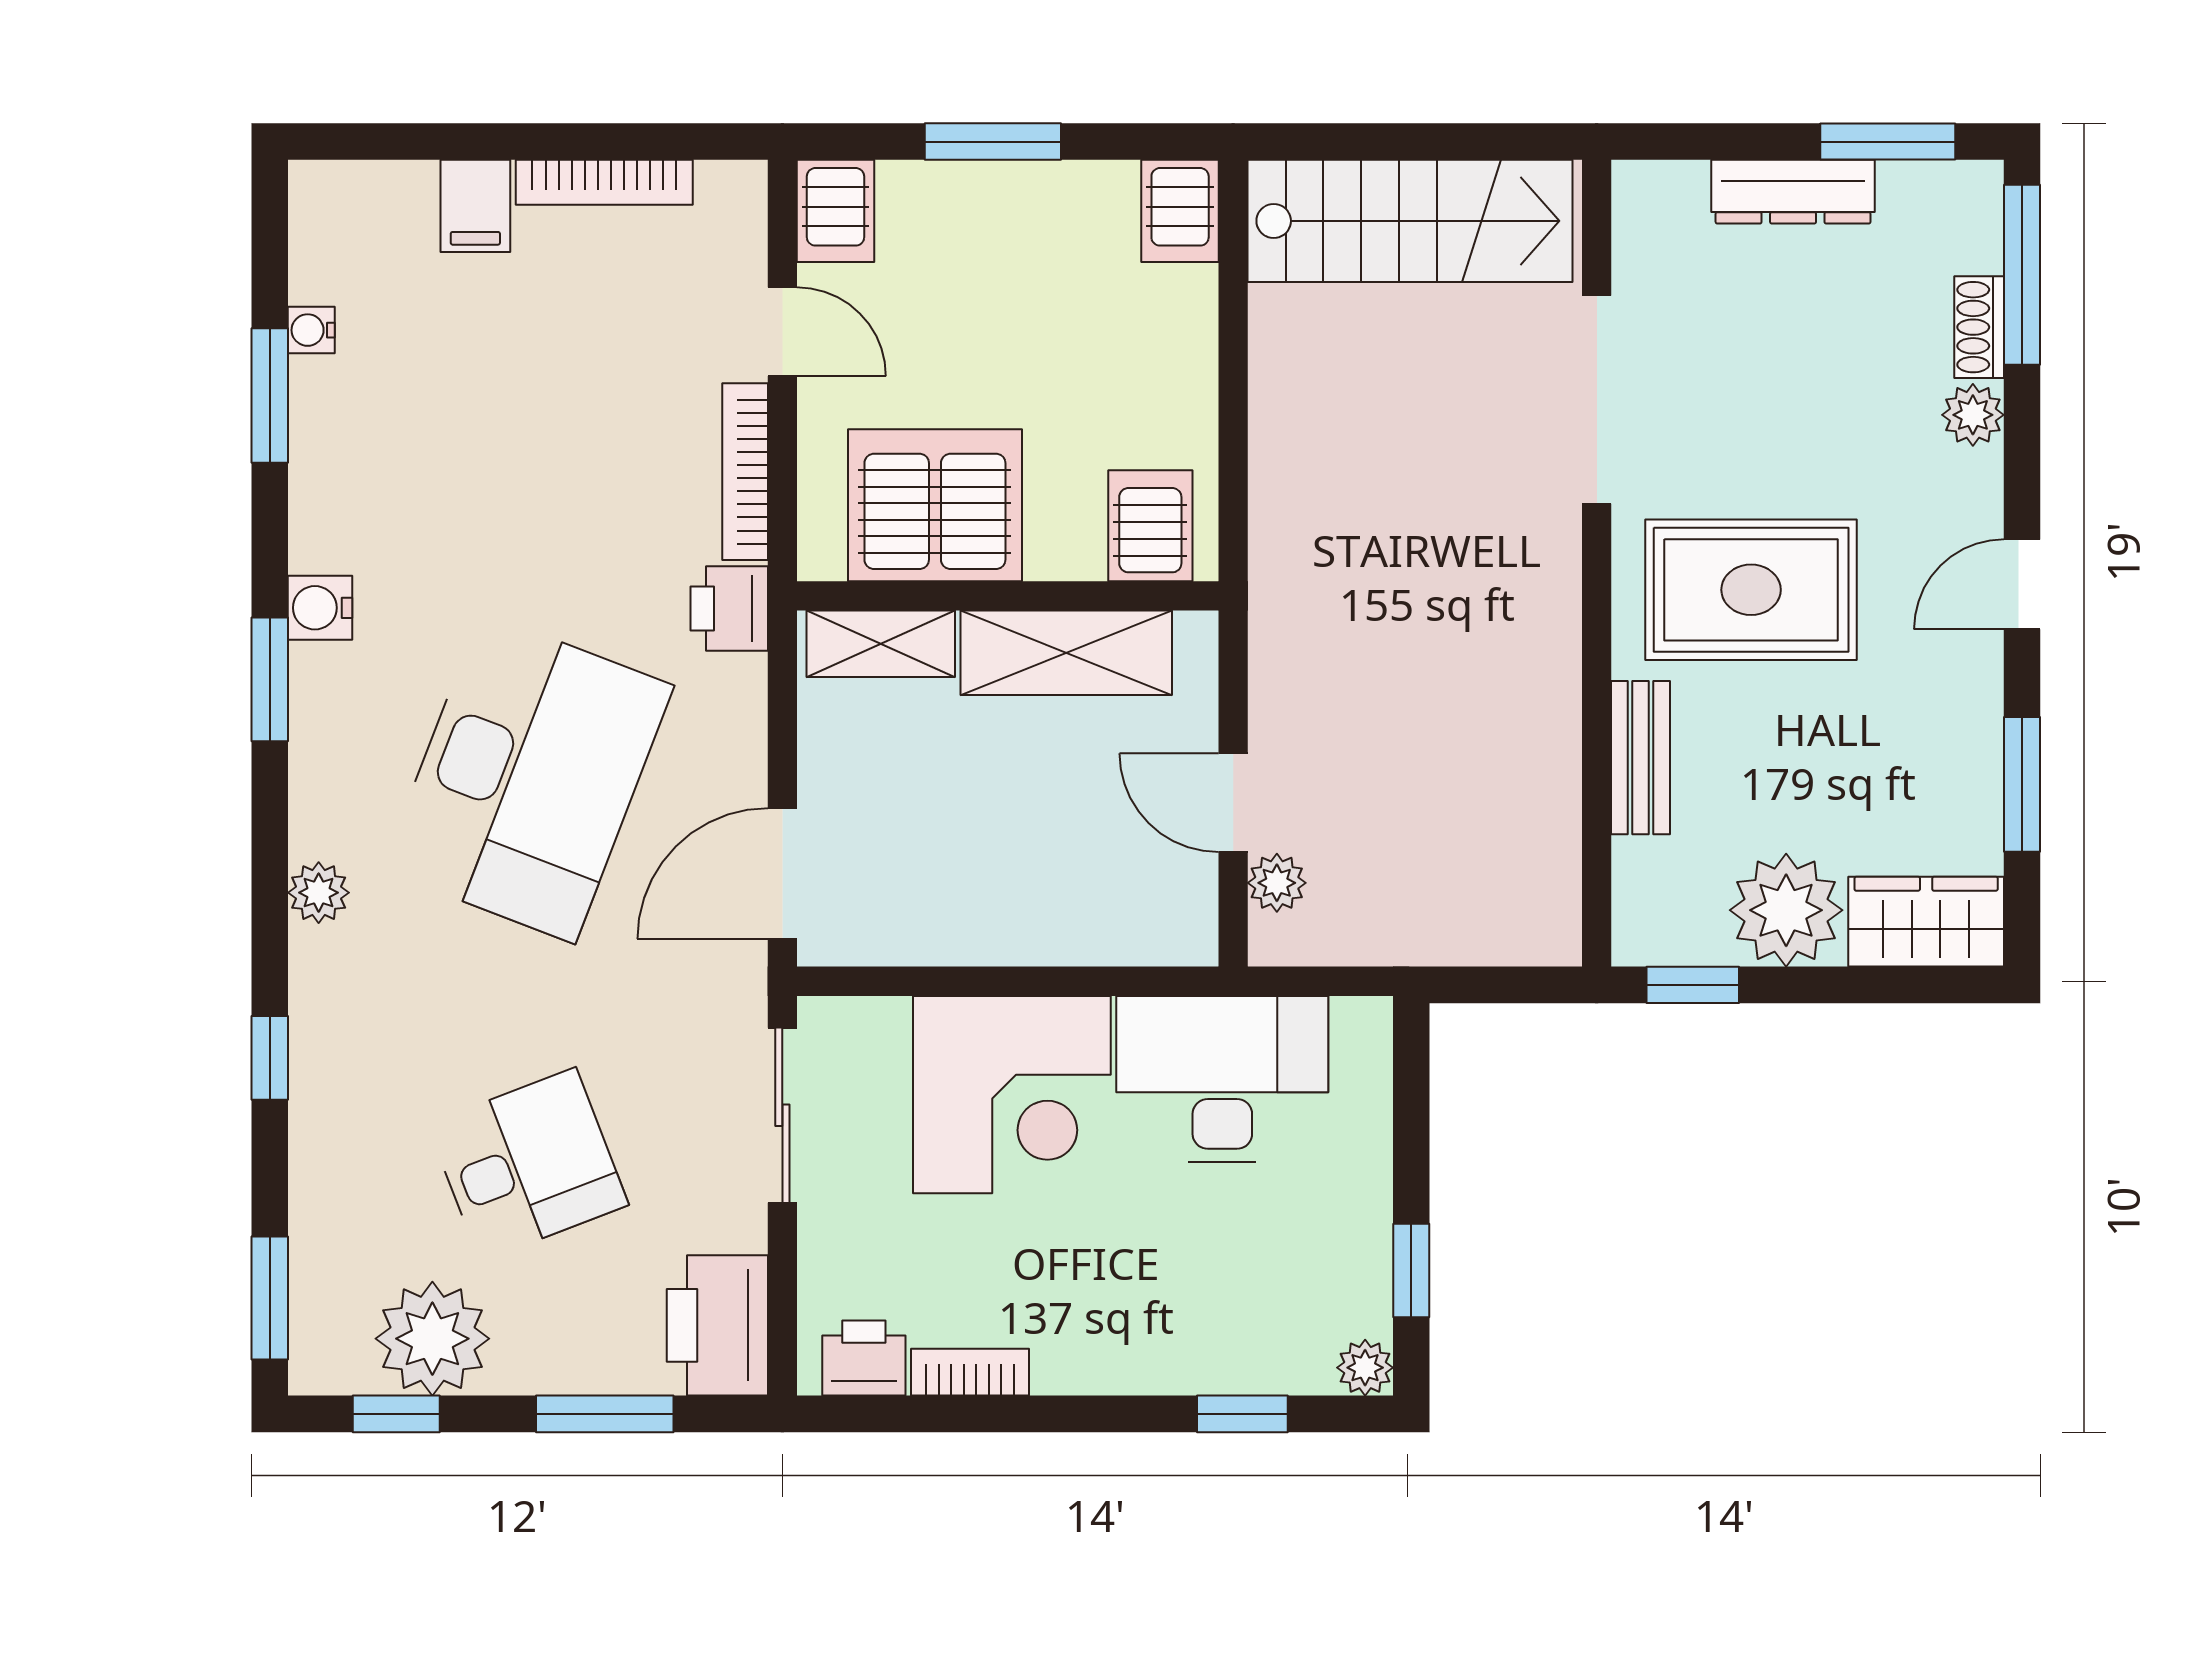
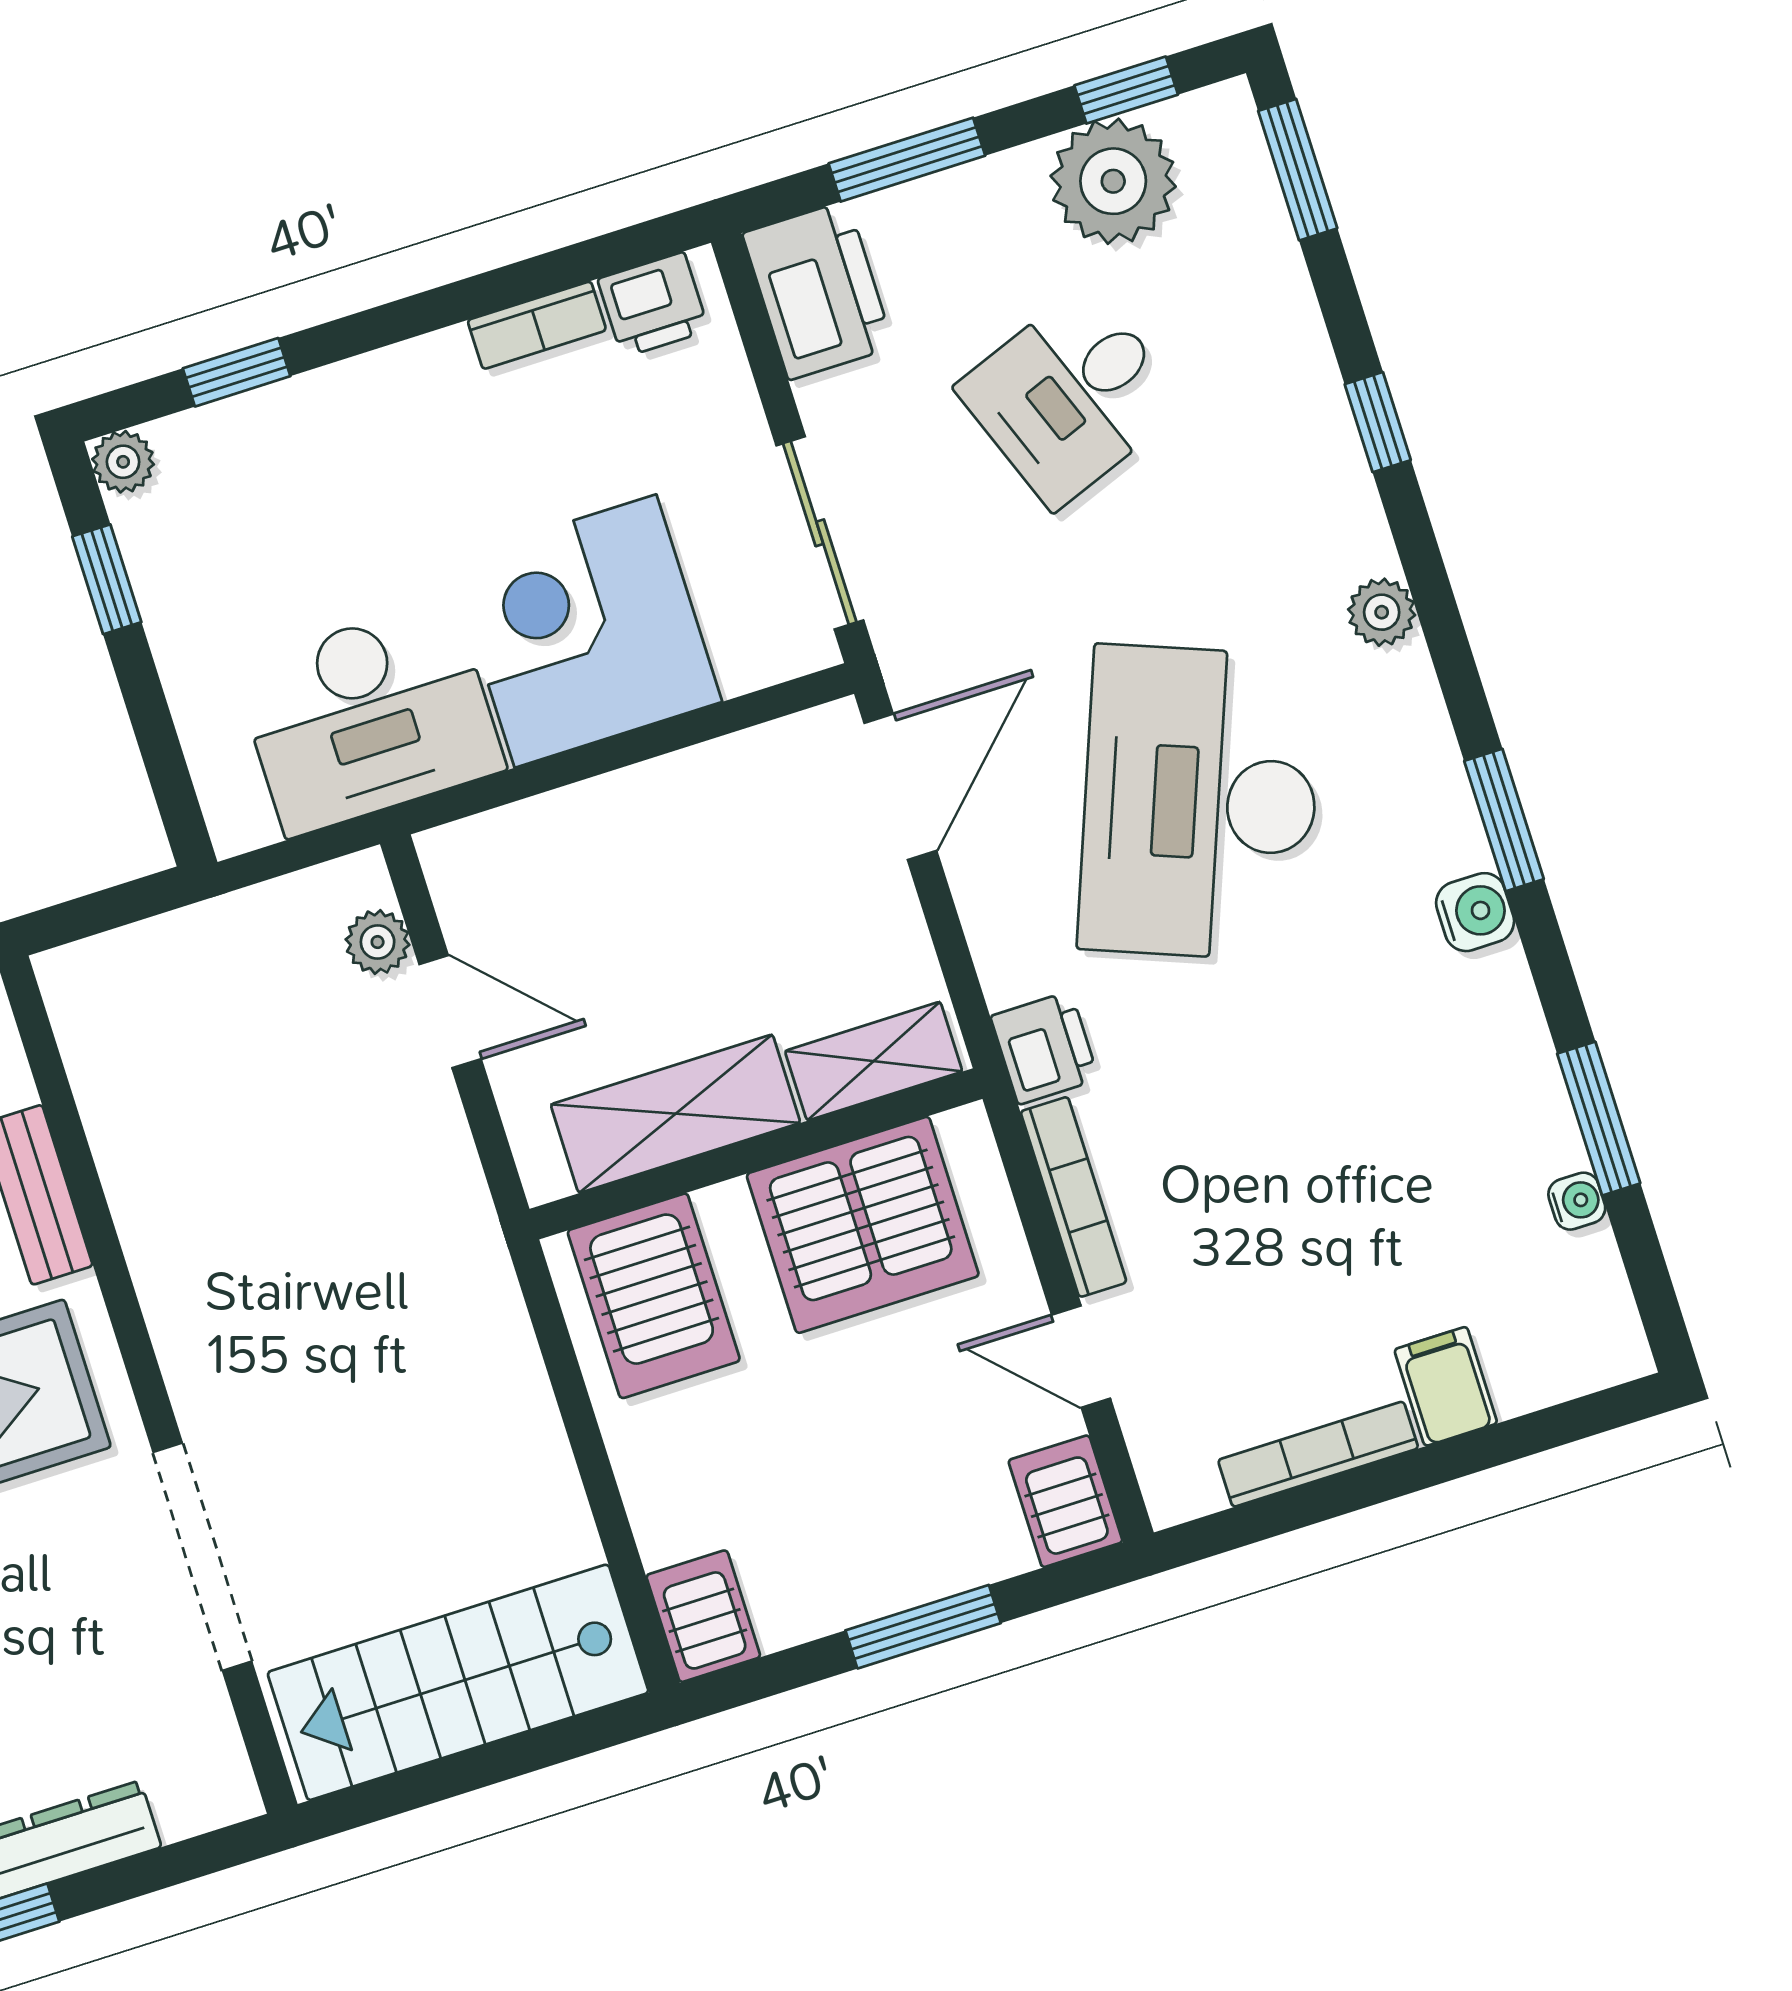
server rack: (1150, 526) -> (654, 1296), width x1.36, depth x1.44

